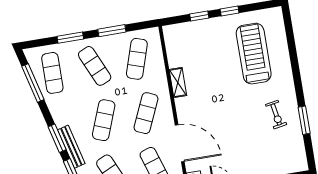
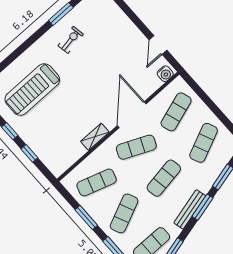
exercise mat: (104, 120) -> (164, 178), turned -30
door: (180, 143) -> (132, 115), moved
bench: (71, 147) -> (190, 209), moved

